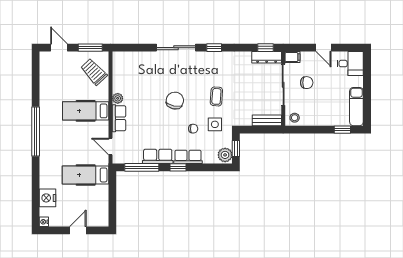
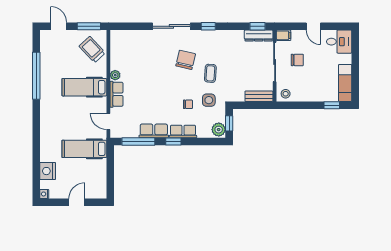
chair: (175, 101) -> (186, 60), moved
window: (36, 131) -> (36, 76), moved

